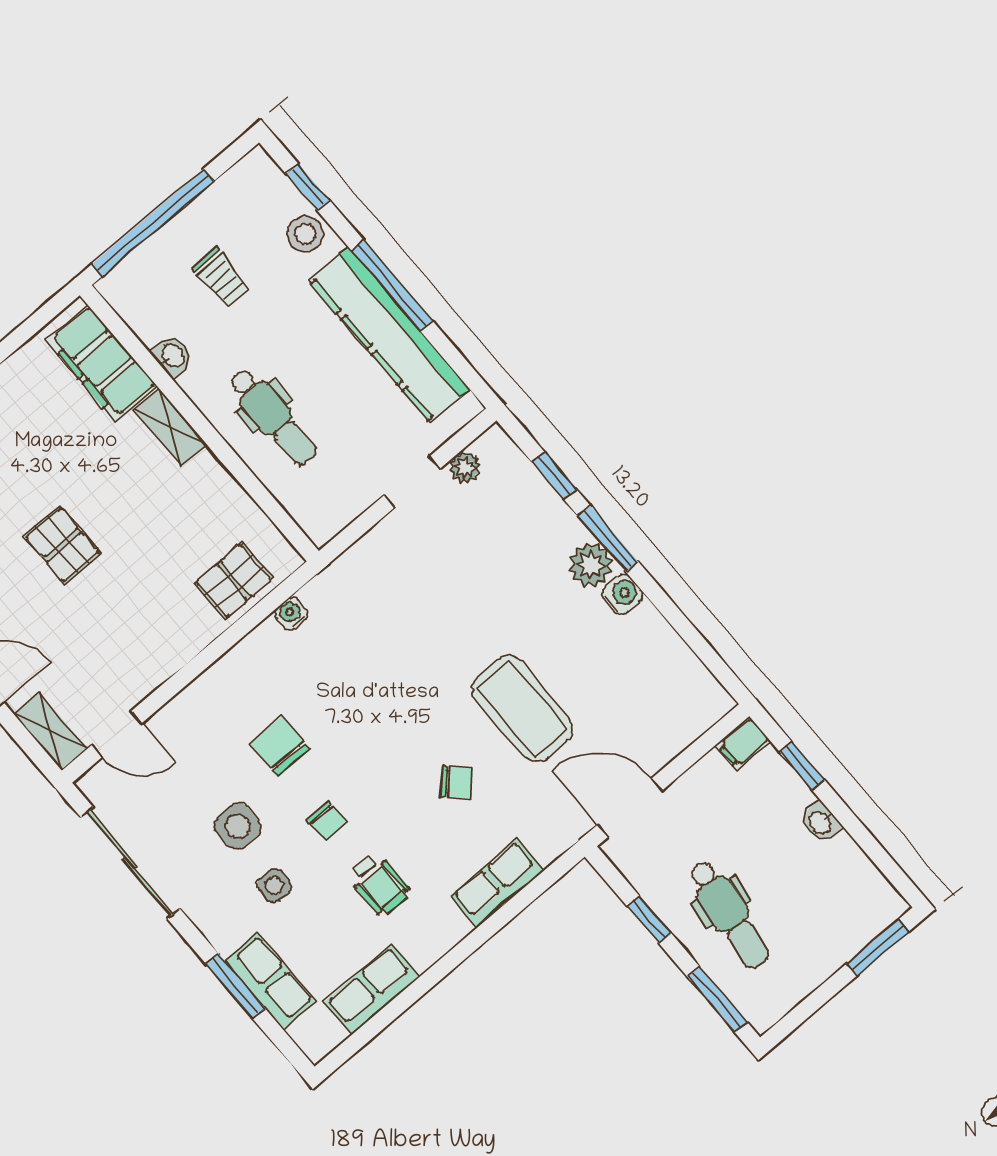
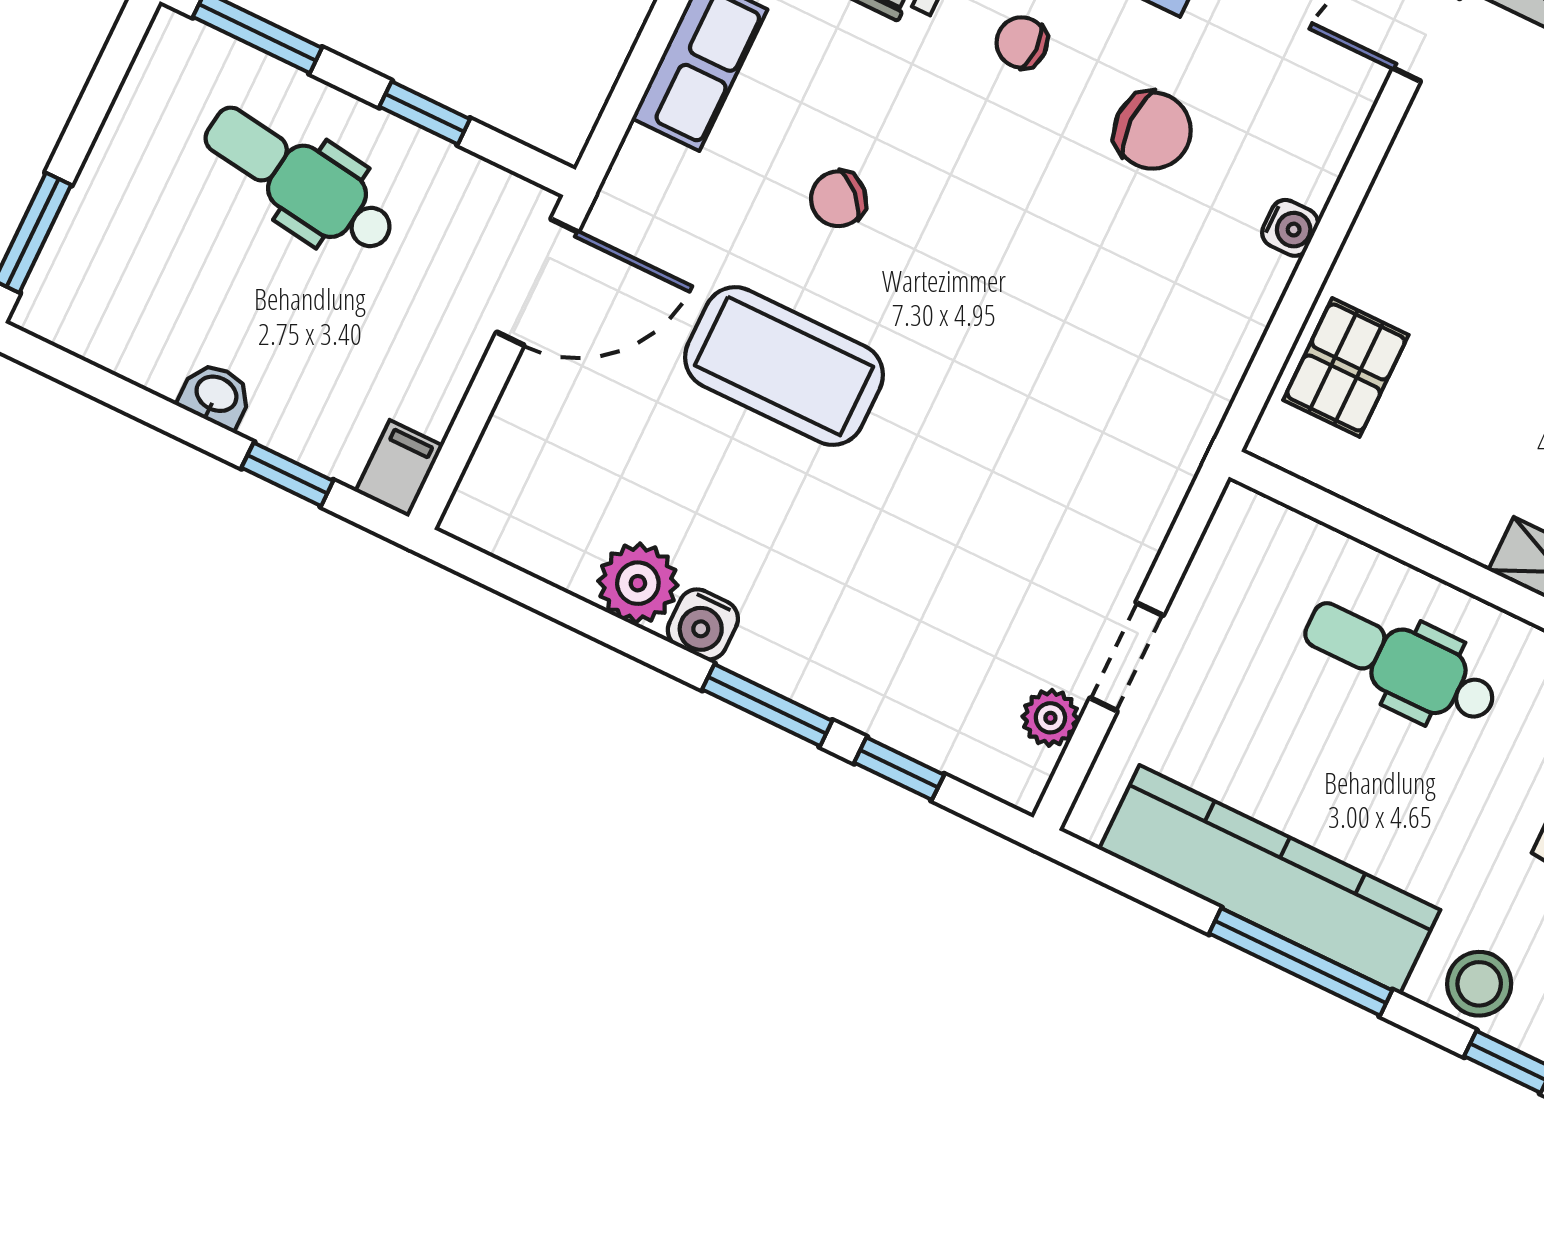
plant: (591, 565) -> (638, 583), moved
water cooler: (291, 614) -> (1290, 228), moved

